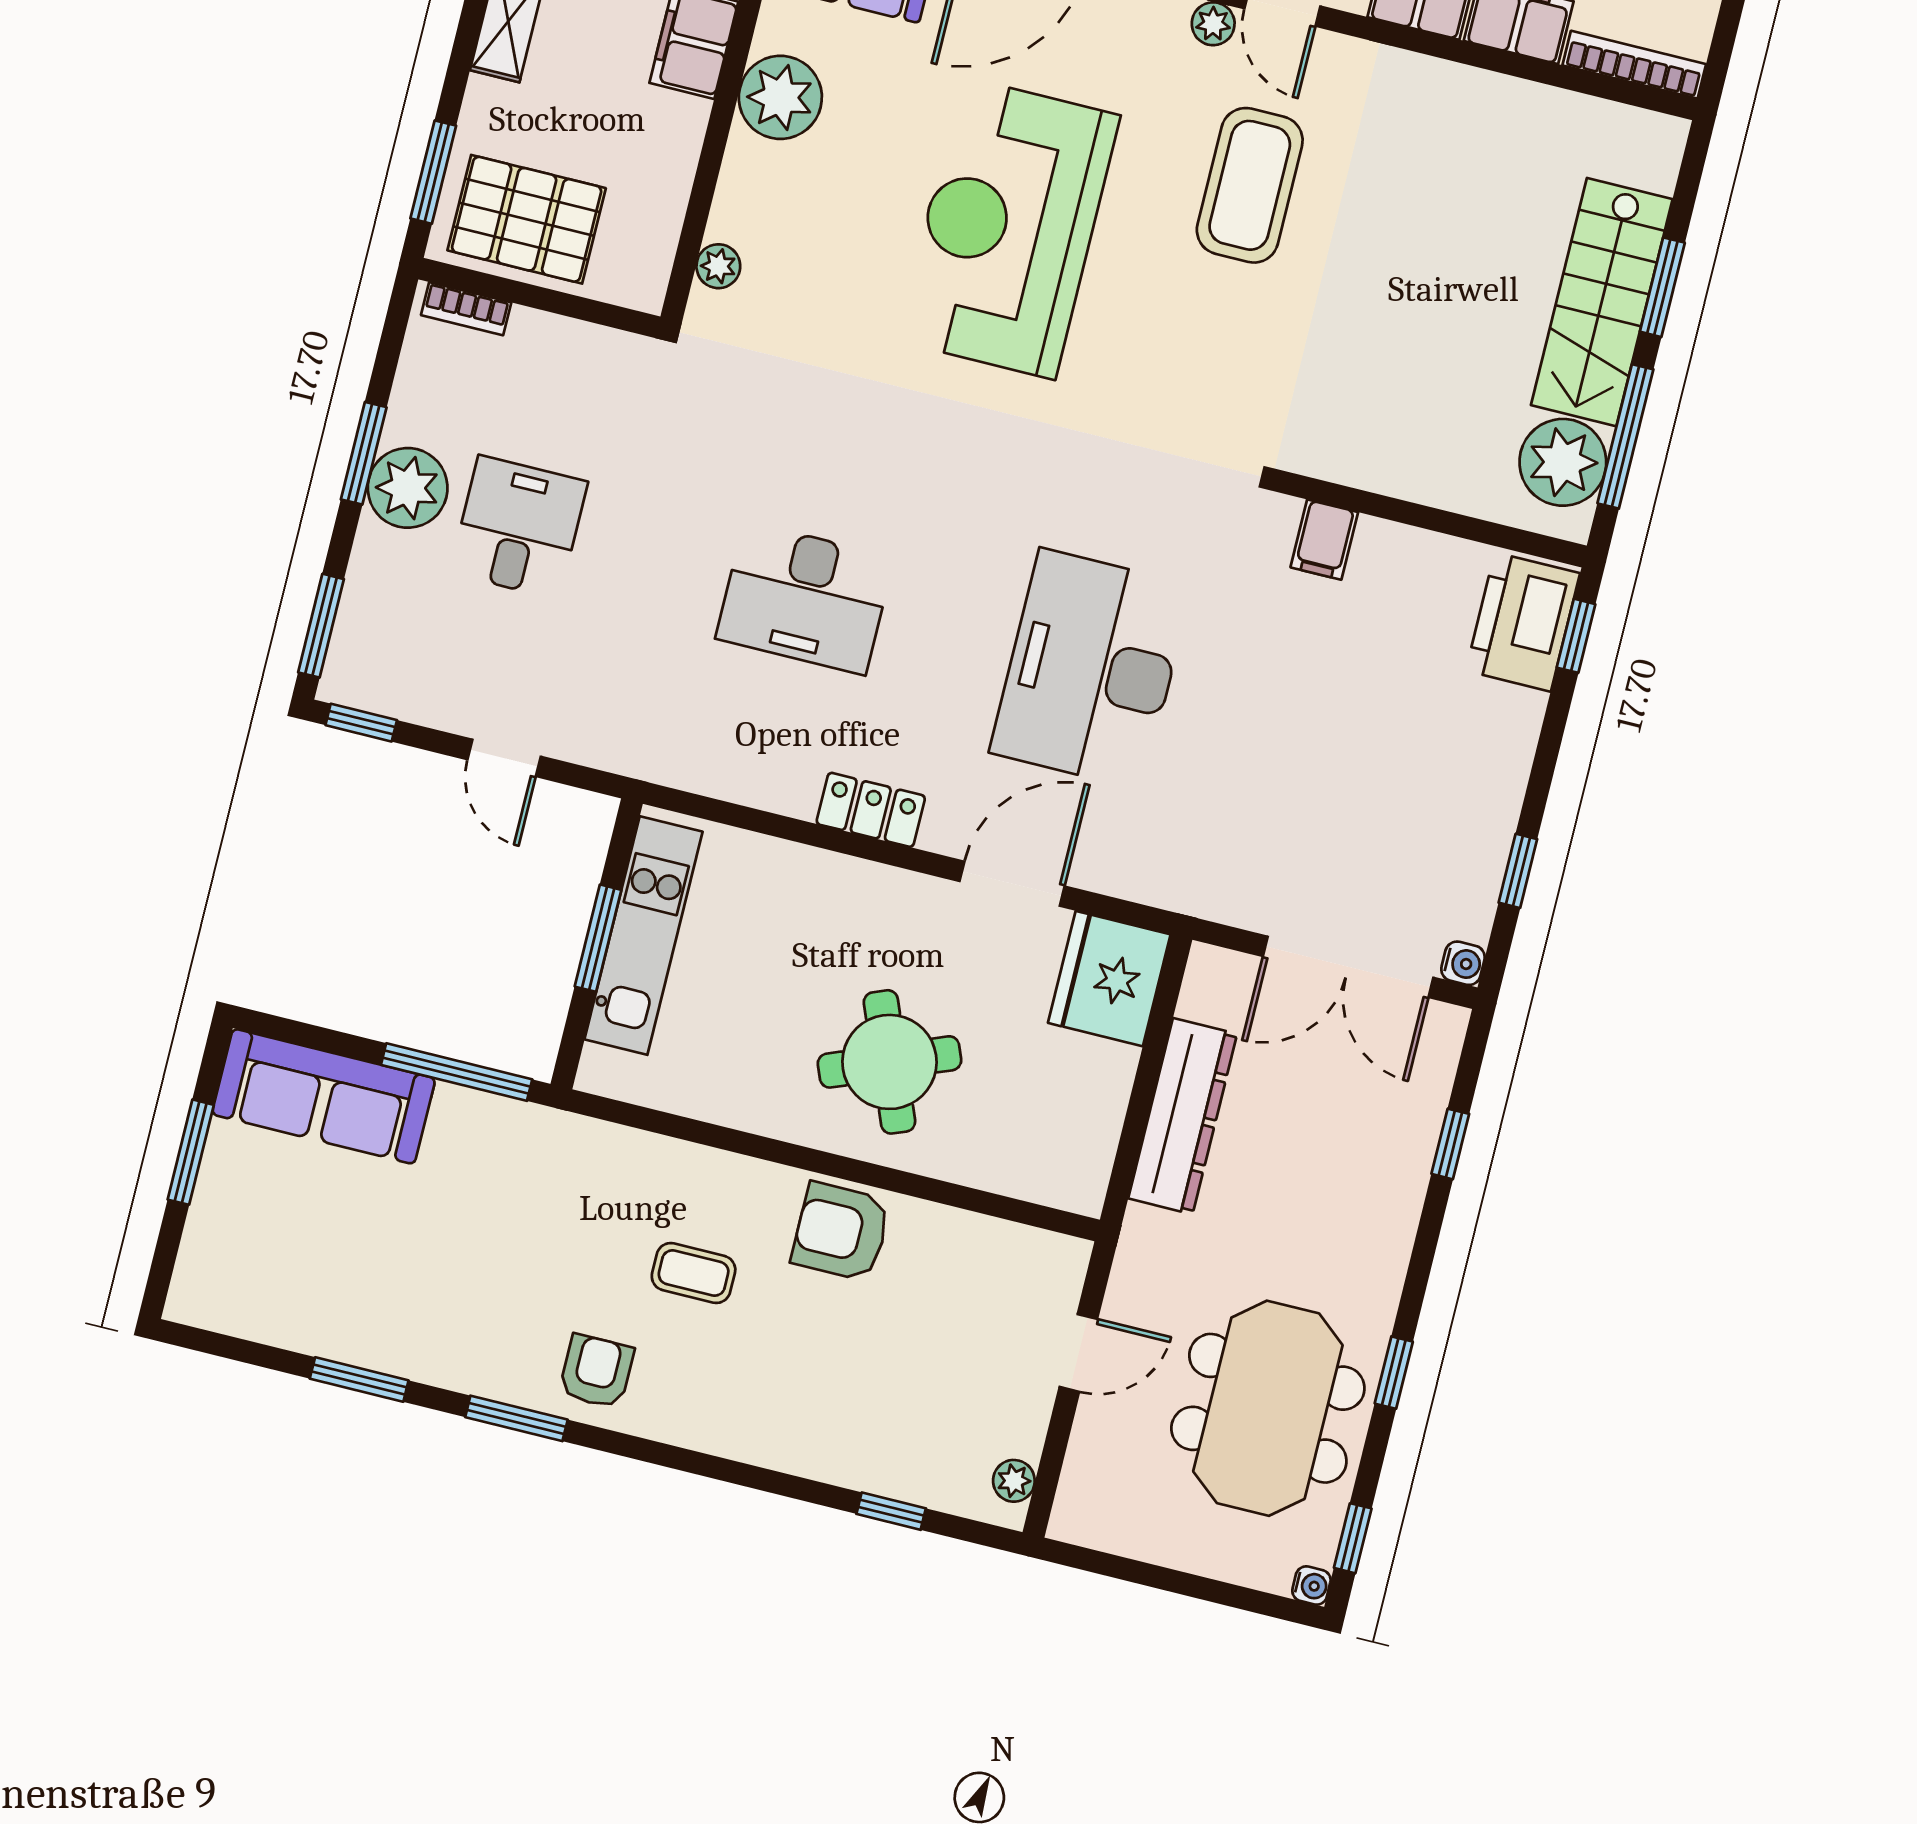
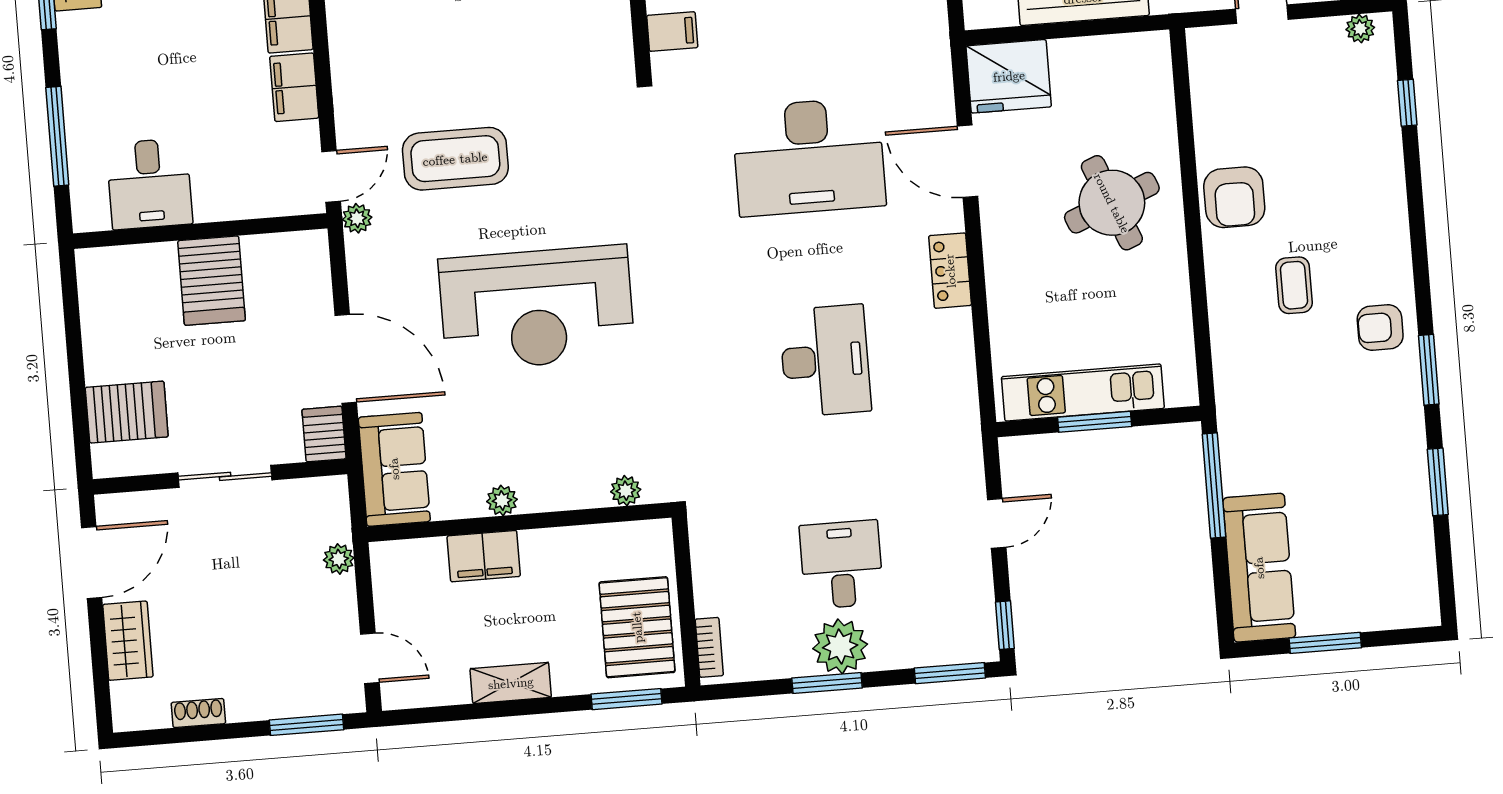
plant: (780, 97) -> (502, 500), width x0.53, depth x0.53
desk: (519, 527) -> (842, 565), turned 90

